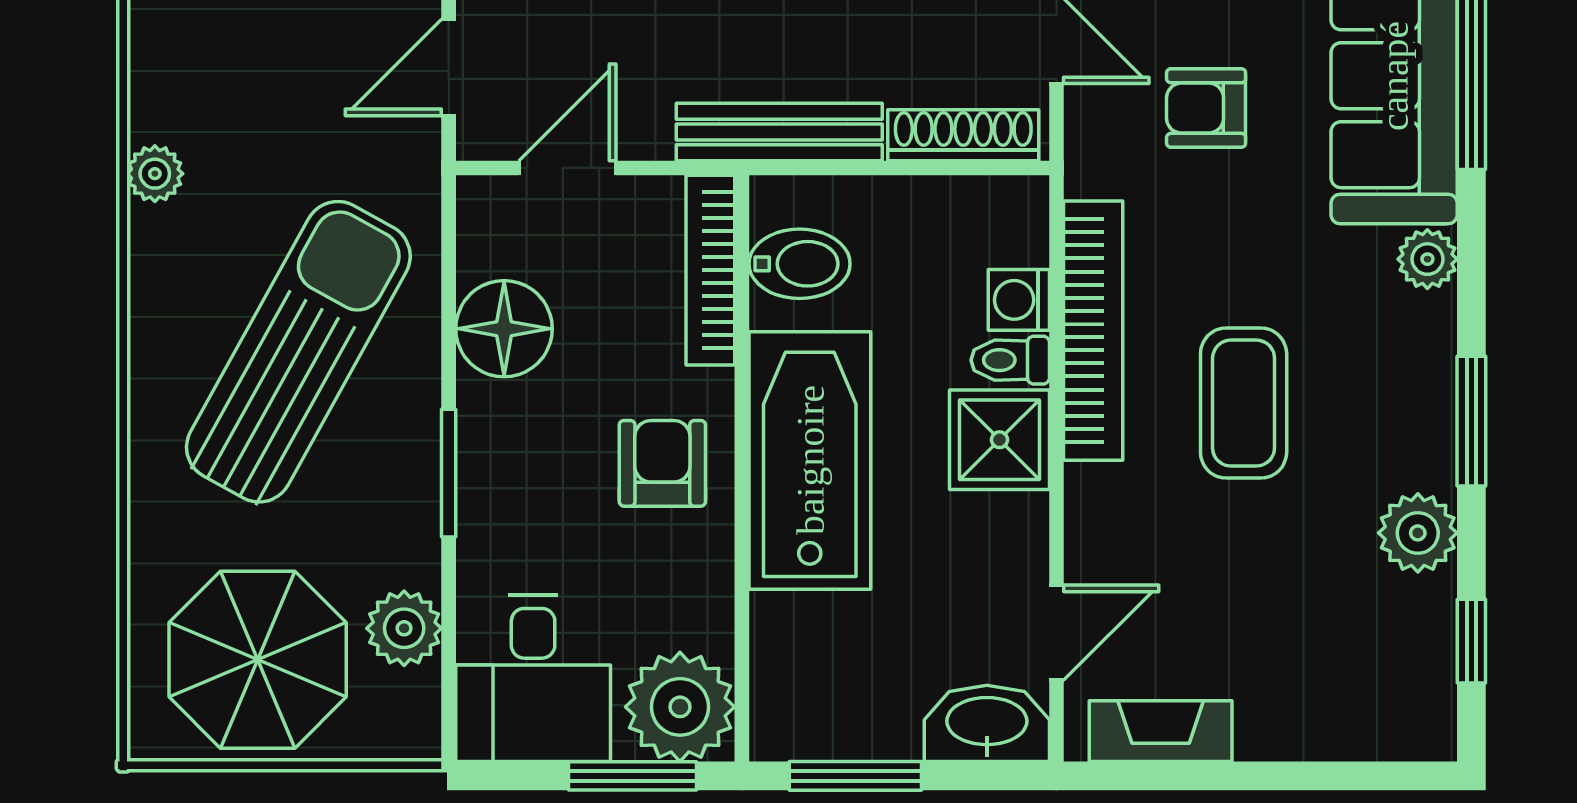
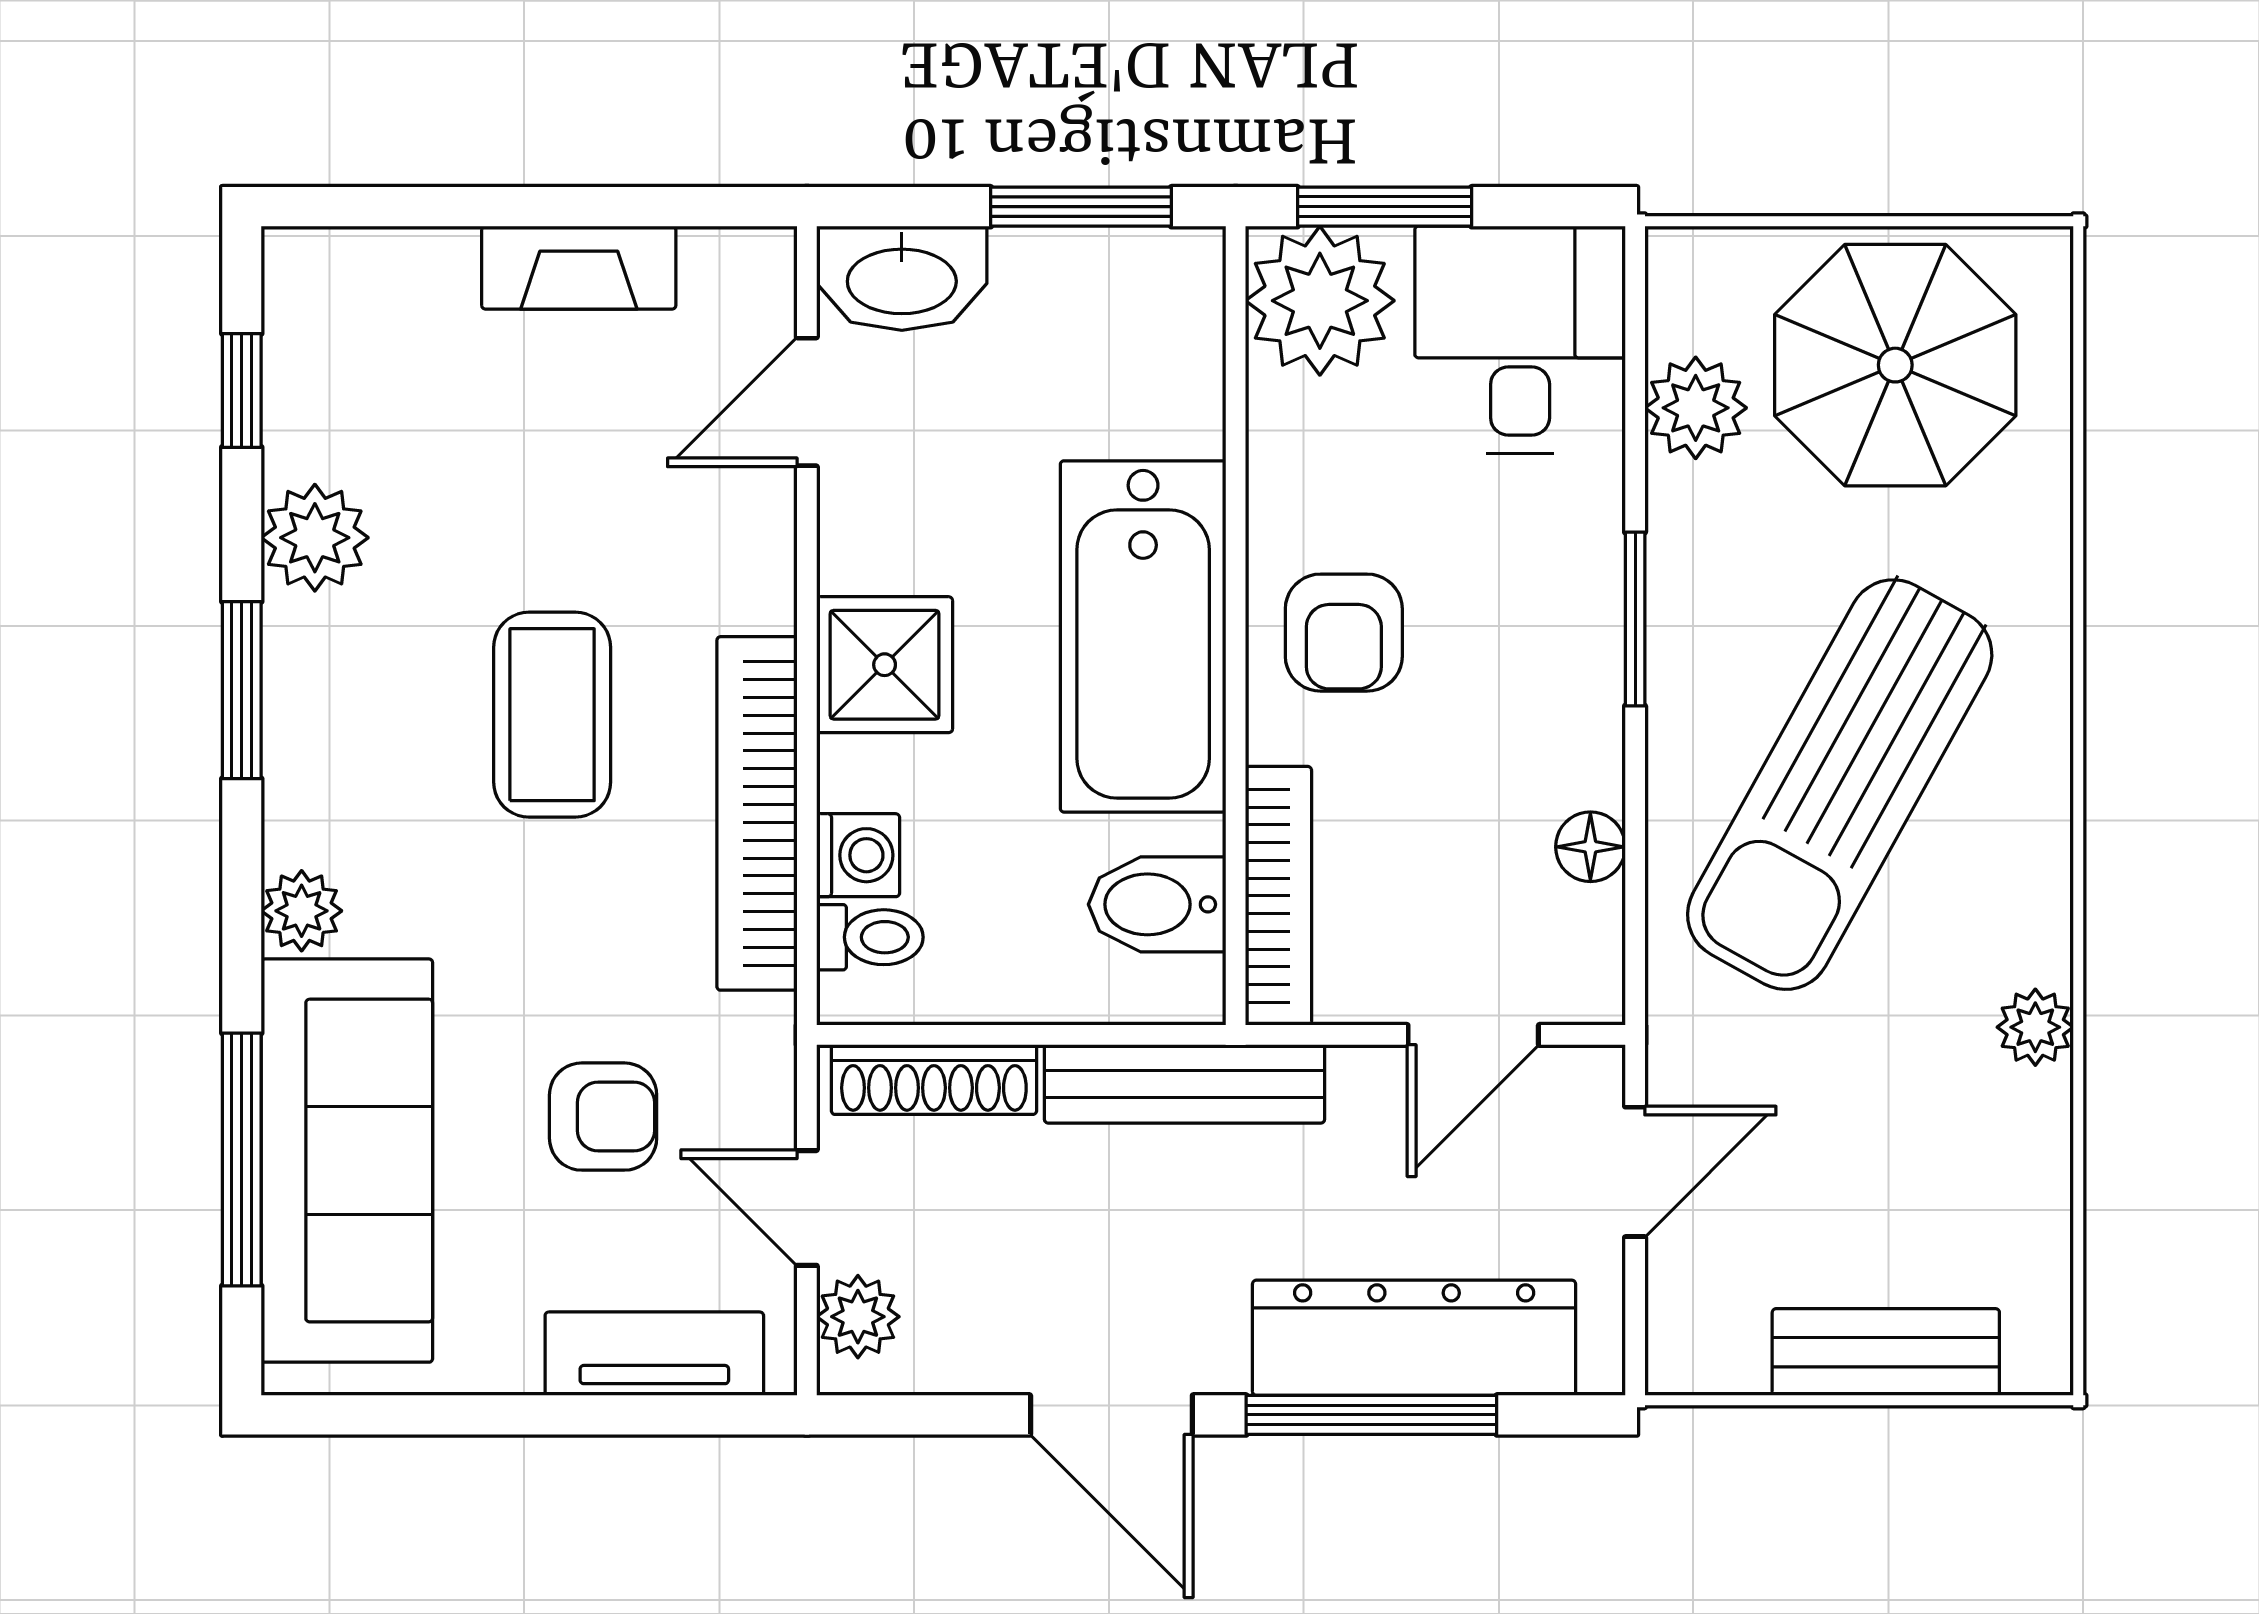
floor lamp: (504, 329) -> (1590, 847), width x0.53, depth x0.53
toilet: (1010, 360) -> (870, 937), moved
fireplace: (1161, 731) -> (579, 268), moved

